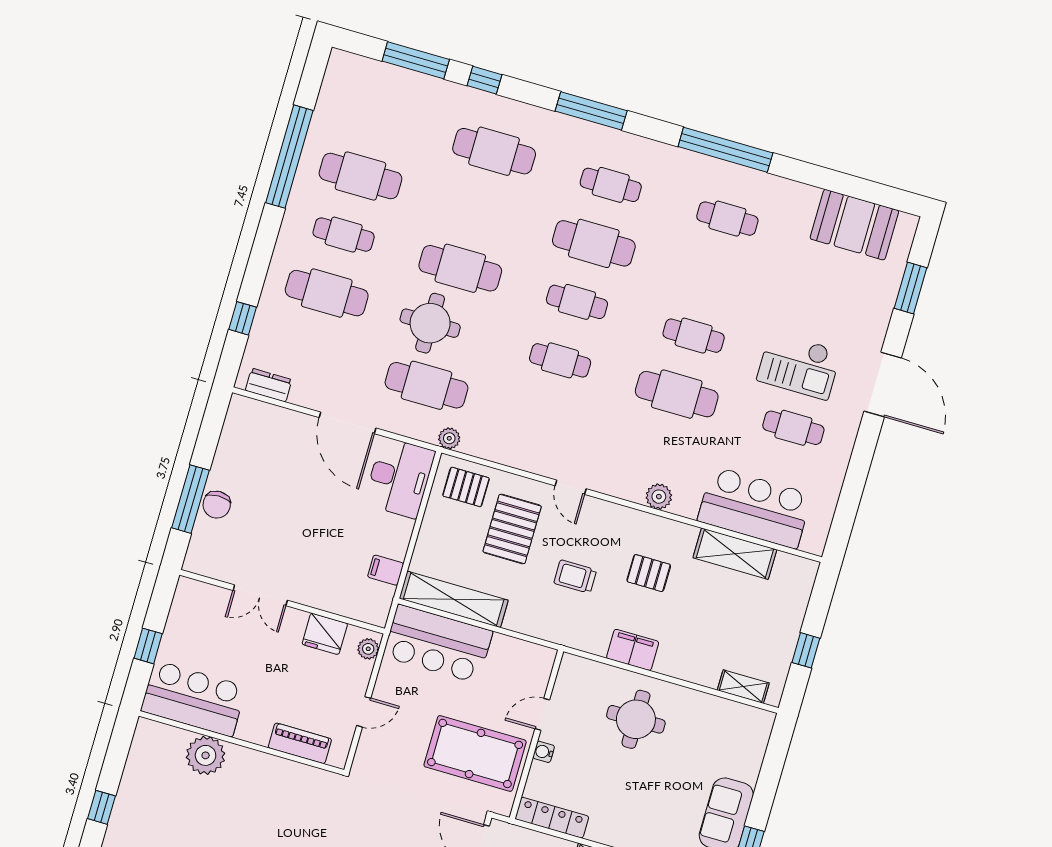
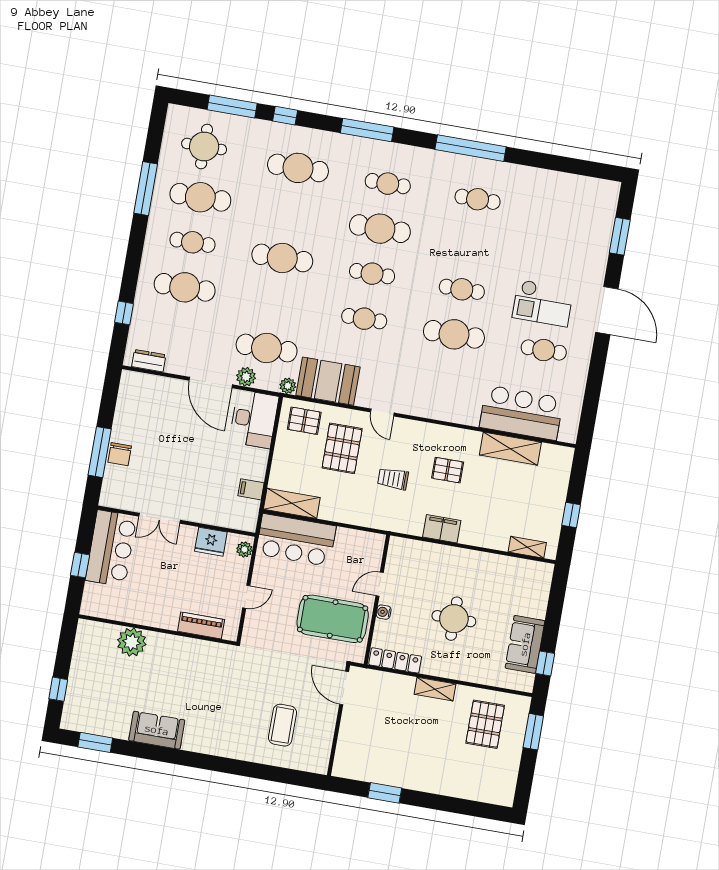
window: (289, 157) -> (146, 189), width x0.68
booth: (854, 225) -> (328, 381), moved
round table: (430, 323) -> (204, 147), moved
plant: (659, 497) -> (246, 377), moved
shelving: (454, 599) -> (292, 503), width x0.68
bar counter: (193, 699) -> (111, 548), moved, turned 90
round table: (636, 719) -> (454, 619), moved

